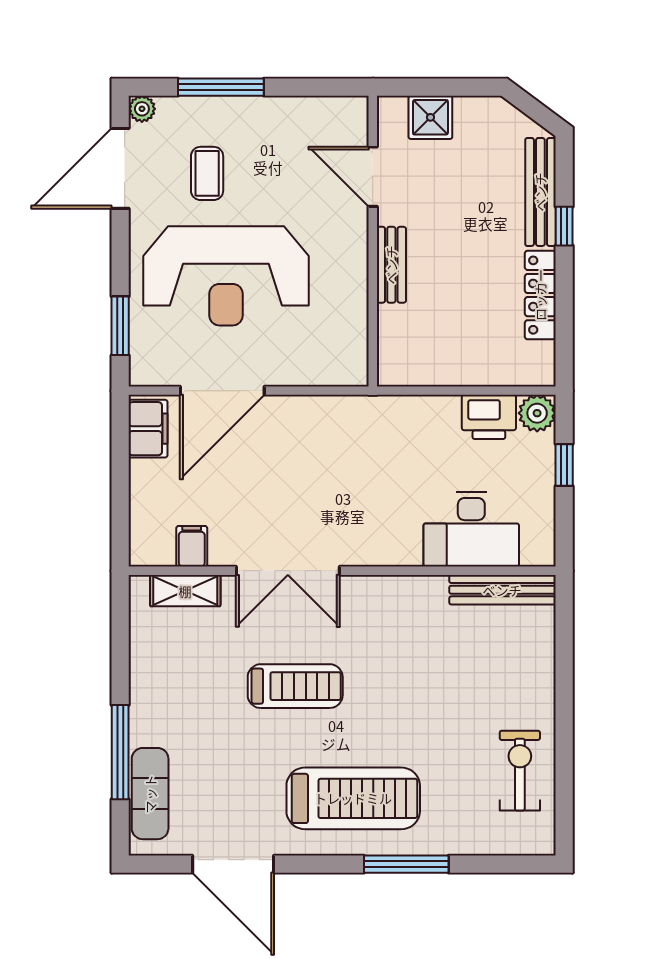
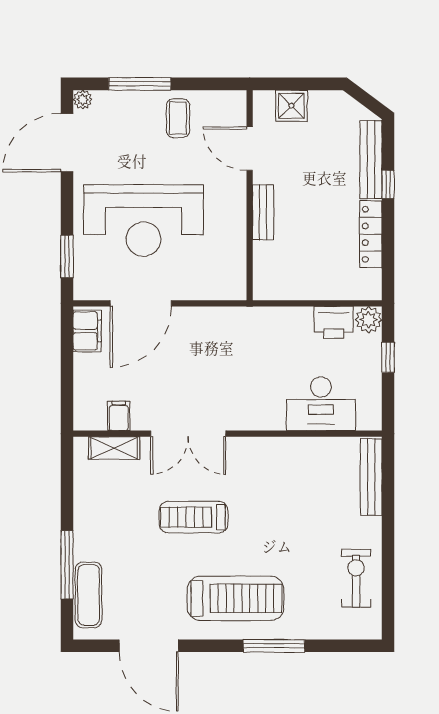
coffee table: (207, 173) -> (178, 118), moved
bench: (502, 590) -> (371, 477), moved, turned 90
treadmill: (295, 686) -> (194, 517), turned 180

